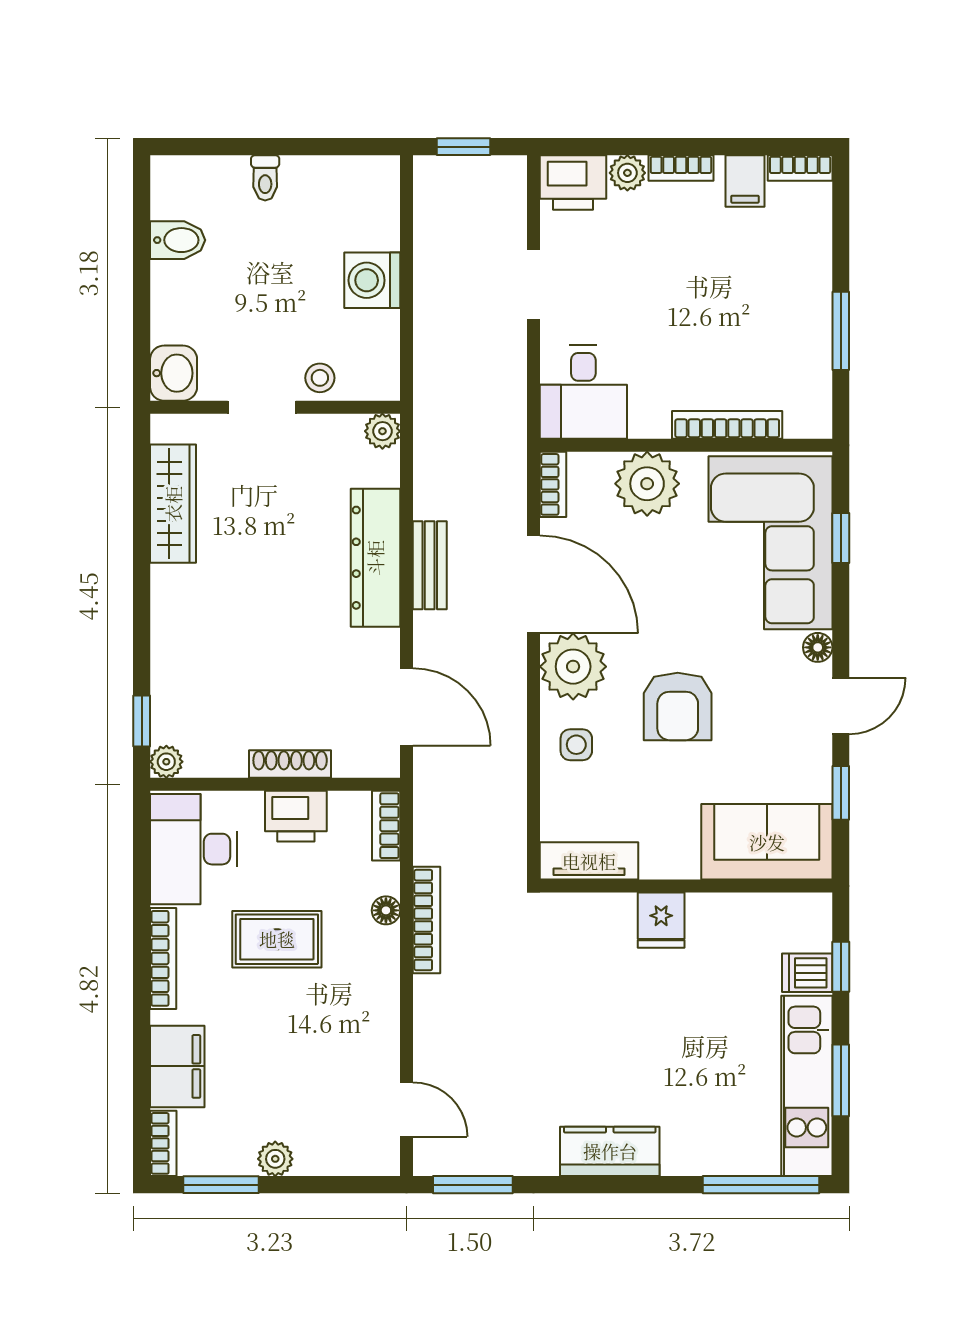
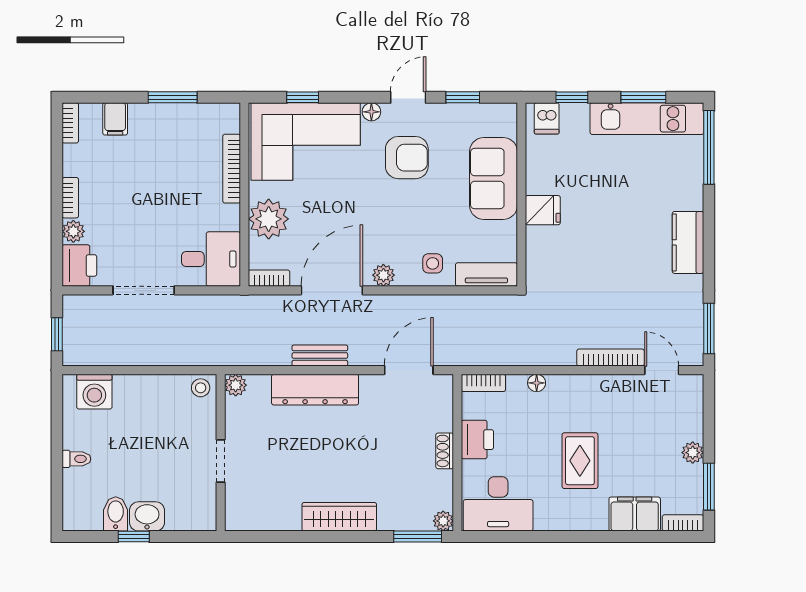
filing cabinet: (745, 181) -> (115, 119), moved, turned 90
window: (142, 269) -> (134, 536), added
washing machine: (372, 280) -> (94, 392), moved
doorway: (534, 285) -> (144, 290), width x1.38
washbasin: (174, 373) -> (147, 516), moved
stool: (320, 378) -> (201, 388), moved
wardrobe: (173, 504) -> (339, 517), moved
plant: (573, 667) -> (383, 275), width x0.53, depth x0.53
armchair: (678, 706) -> (407, 158), moved
door: (841, 706) -> (408, 97), hinge flipped
window: (142, 721) -> (418, 536), width x1.50
shoe rack: (290, 764) -> (445, 451), width x0.70
sofa: (767, 842) -> (493, 179), moved
tv unit: (589, 861) -> (486, 274), moved, turned 90
bookcase: (426, 920) -> (610, 358), moved
rug: (277, 939) -> (580, 461), moved
bookcase: (163, 958) -> (567, 523), removed
dishwasher: (807, 973) -> (547, 118), moved
door: (406, 1109) -> (662, 370), hinge flipped

